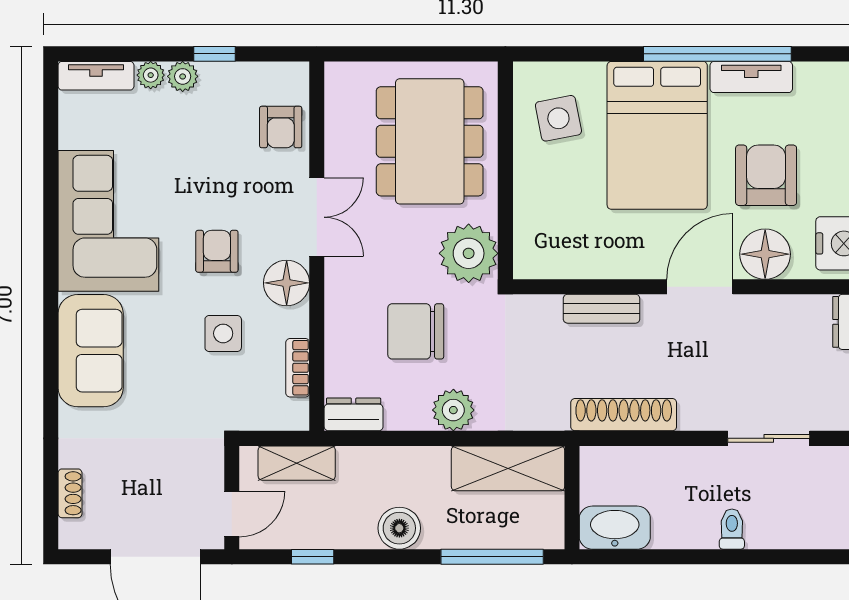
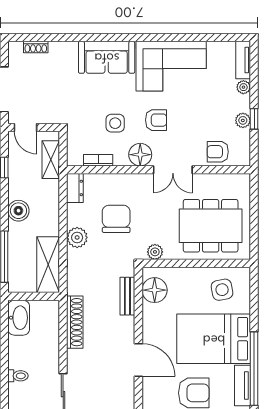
plant: (183, 76) -> (243, 120), moved
plant: (469, 253) -> (155, 252), width x0.53, depth x0.53
floor lamp: (765, 254) -> (155, 290), moved
bench: (602, 309) -> (127, 296), moved

